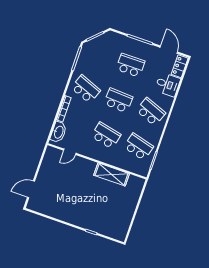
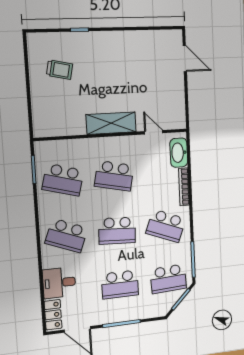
school desk: (98, 54) -> (168, 279), added
door: (70, 152) -> (154, 132), hinge flipped
shelving: (112, 174) -> (111, 123), moved
door: (31, 189) -> (185, 59), hinge flipped
trolley: (113, 213) -> (60, 70), added

